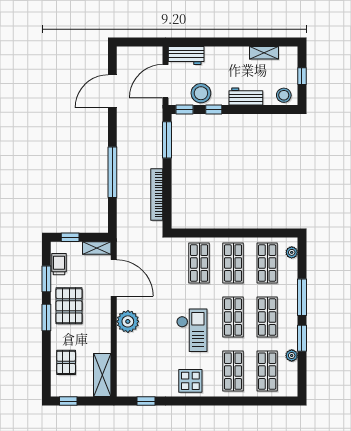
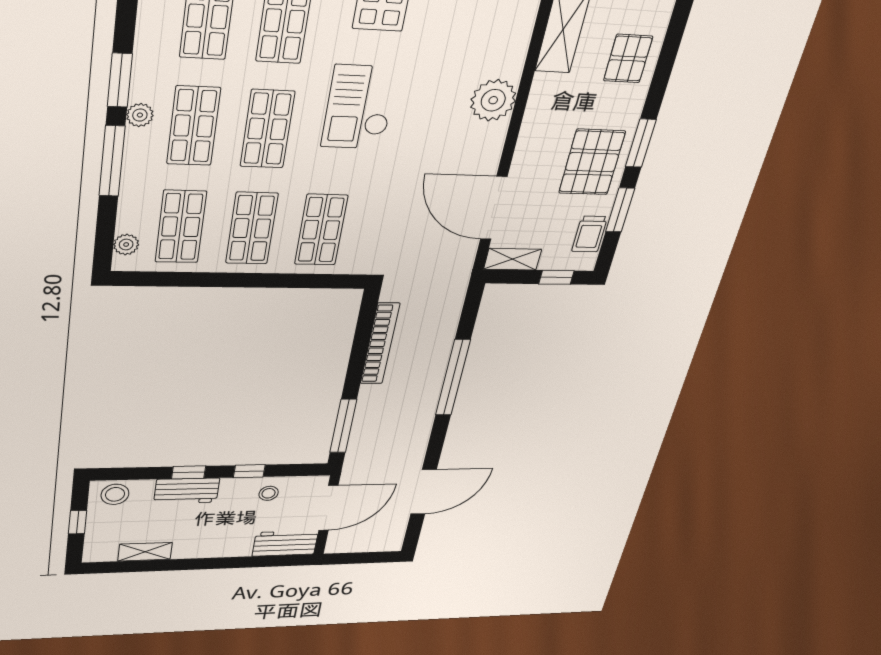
stool: (201, 93) -> (269, 493), width x0.53, depth x0.53
window: (185, 109) -> (189, 472), moved
plant: (128, 321) -> (493, 100), moved
plant: (292, 355) -> (140, 115), moved

